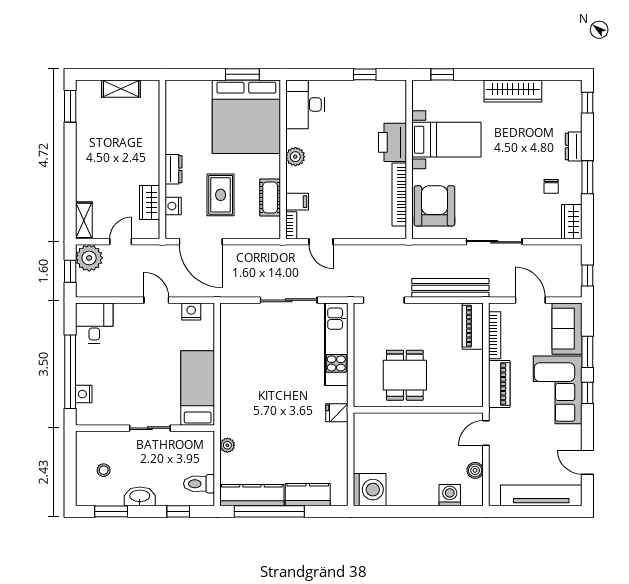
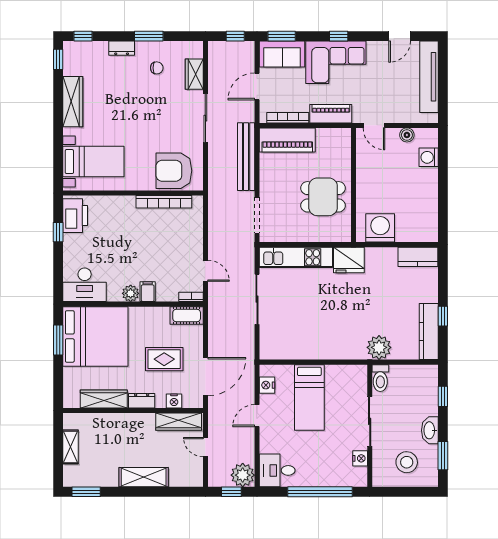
window: (442, 74) -> (58, 59), moved
wardrobe: (175, 126) -> (104, 399), added
bed with nightstands: (446, 140) -> (93, 162), moved, turned 90
printer: (393, 142) -> (75, 216), moved, turned -90
cot: (270, 197) -> (187, 316), moved
filing cabinet: (297, 202) -> (148, 292), moved
wardrobe: (150, 203) -> (179, 422), width x1.50
shelving: (84, 220) -> (144, 477), moved, width x1.50, depth x1.33
wardrobe: (572, 222) -> (194, 74), moved, turned 90
door: (321, 242) -> (205, 271), hinge flipped
plant: (89, 258) -> (243, 475), moved
piano: (473, 326) -> (287, 140), width x1.37, depth x1.33
window: (587, 352) -> (282, 36), moved
bed: (198, 388) -> (309, 397), moved, turned -90
nightstand: (84, 394) -> (360, 458), moved, turned -90
fridge: (337, 413) -> (349, 260), width x1.88, depth x1.34
sliding door: (150, 428) -> (370, 421), width x1.37
plant: (227, 445) -> (379, 347), width x1.87, depth x1.87
stool: (104, 470) -> (407, 462), width x1.89, depth x1.89
toilet: (199, 484) -> (380, 378), moved
washing machine: (370, 490) -> (380, 228), moved
kitchen counter: (308, 495) -> (418, 257), moved, turned -90
window: (269, 511) -> (443, 316), width x0.32

